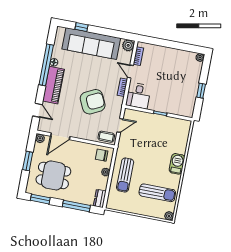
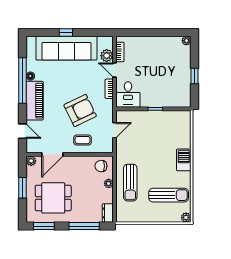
window: (82, 27) -> (66, 32), moved
plant: (128, 45) -> (107, 56), moved
coffee table: (106, 137) -> (83, 140), moved

